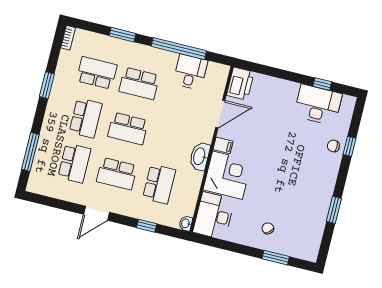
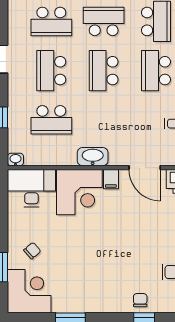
school desk: (86, 118) -> (104, 21), turned 180
corner desk: (302, 240) -> (29, 291), added

